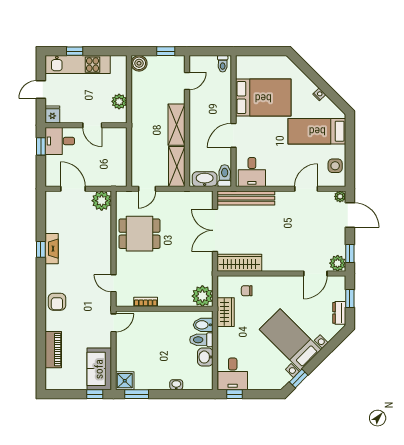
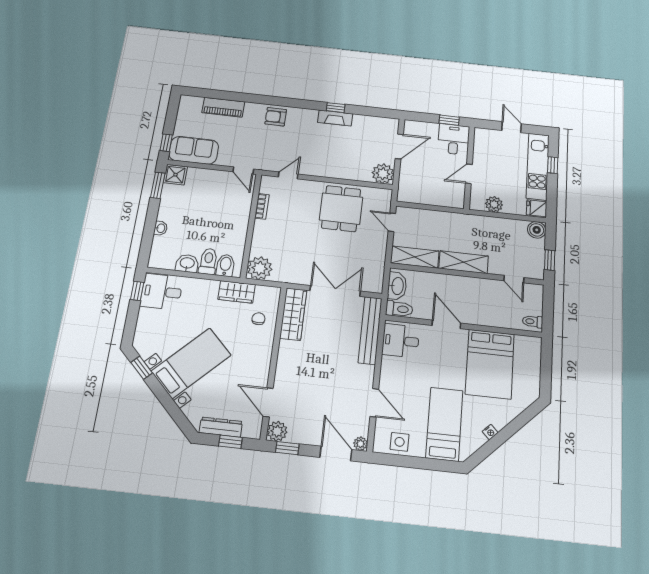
fridge: (52, 114) -> (537, 208), moved, turned 180
door: (350, 215) -> (336, 454), swing flipped
dresser: (339, 313) -> (221, 427), width x1.44

